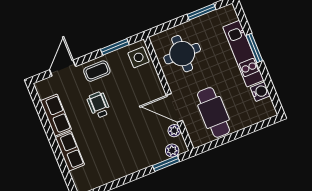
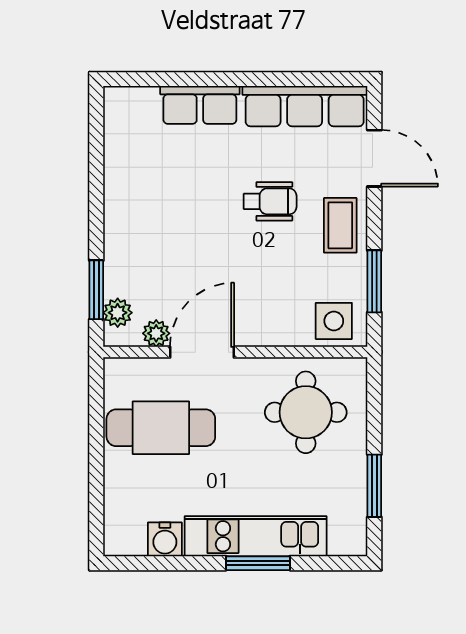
row of seats: (56, 115) -> (305, 106), width x1.48

